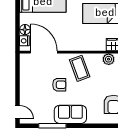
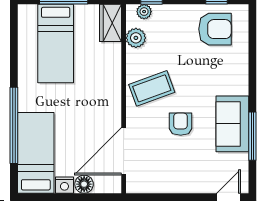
nightstand: (24, 41) -> (64, 185), moved
sofa: (70, 114) -> (232, 124), moved

